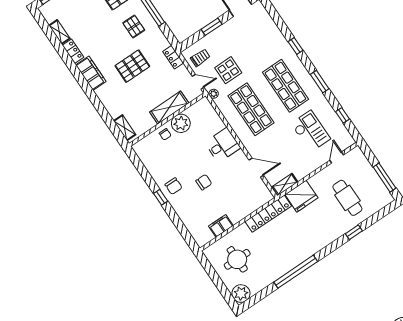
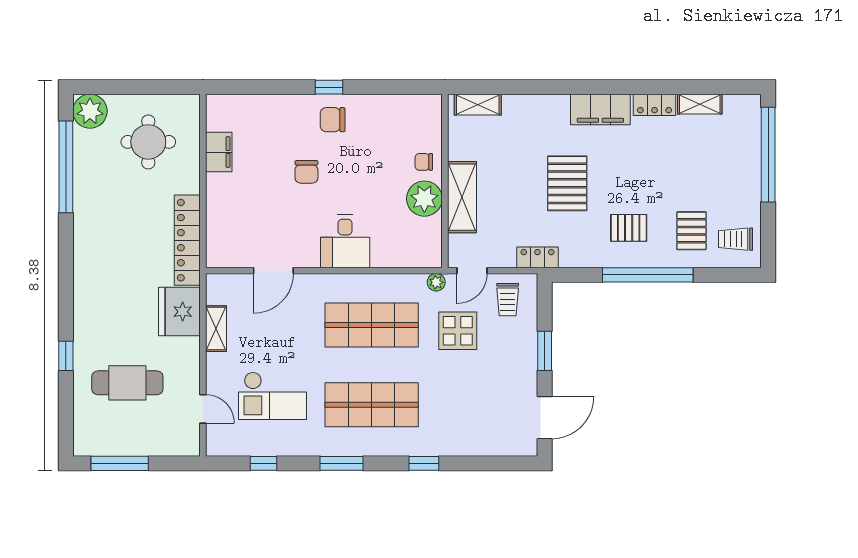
shelving: (285, 184) -> (216, 329), moved
window: (296, 272) -> (66, 167), moved

